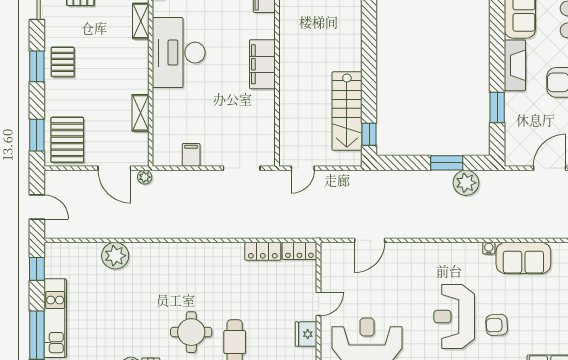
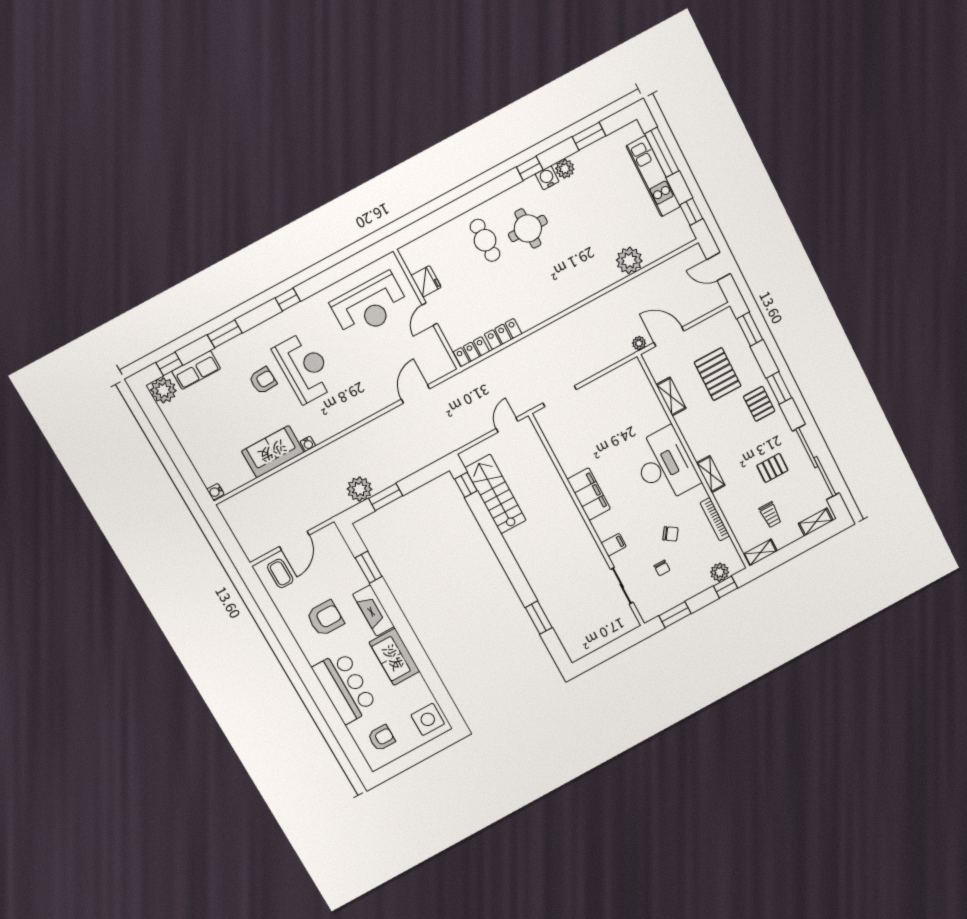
pallet: (67, 140) -> (718, 374), moved
filing cabinet: (191, 155) -> (609, 384), removed

